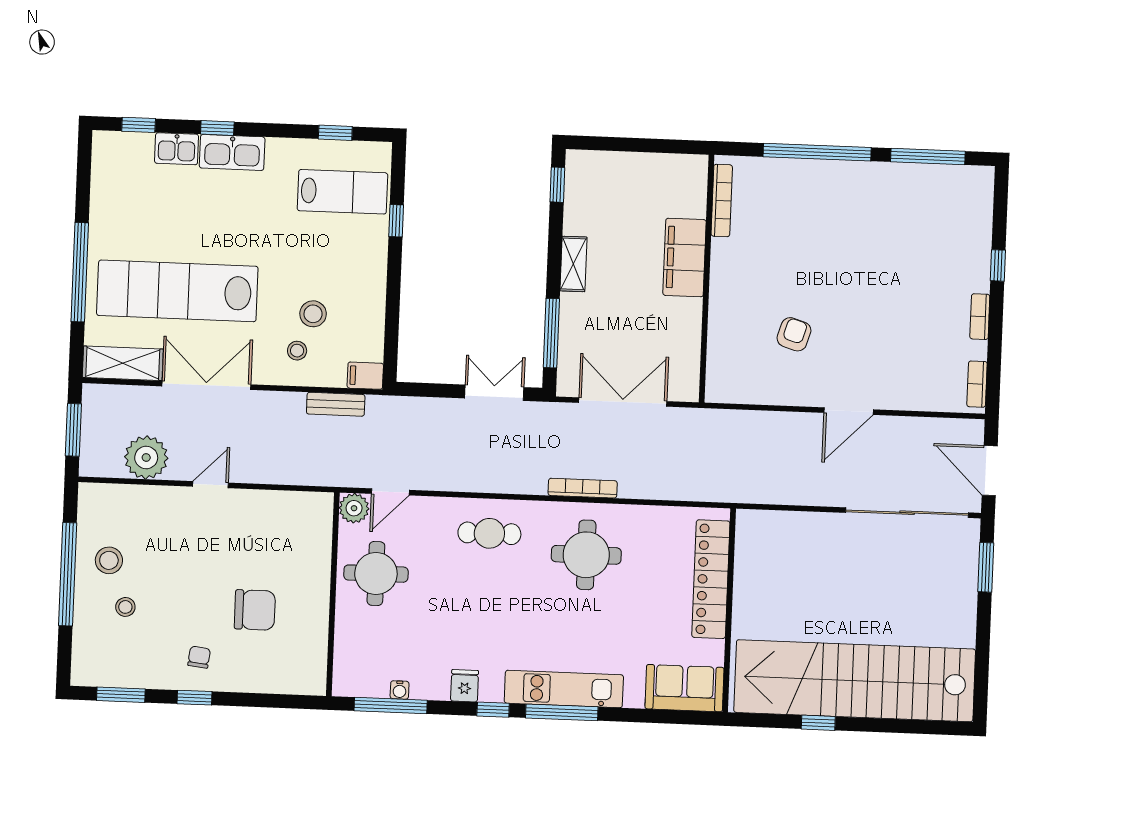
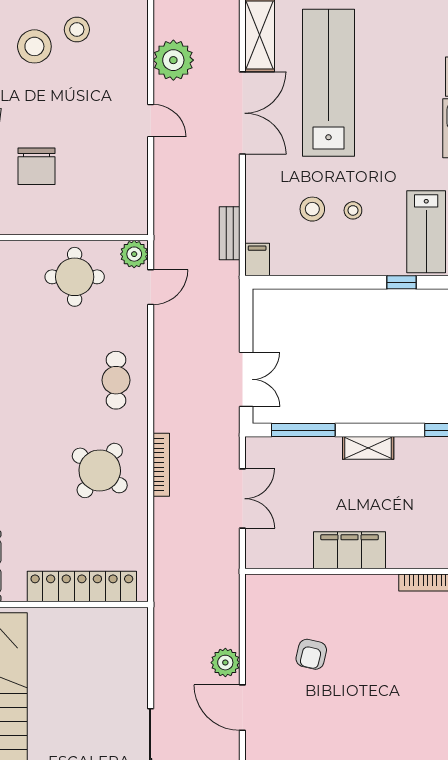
filing cabinet: (685, 258) -> (350, 550), moved
armchair: (794, 334) -> (311, 654), turned 86
stool: (297, 351) -> (353, 210), moved
double door: (623, 402) -> (242, 499), width x0.73
plant: (799, 427) -> (225, 663), added
door: (390, 492) -> (151, 287), swing flipped
round table: (586, 555) -> (100, 470), turned 37
stool: (125, 607) -> (34, 46), width x1.89, depth x1.89

